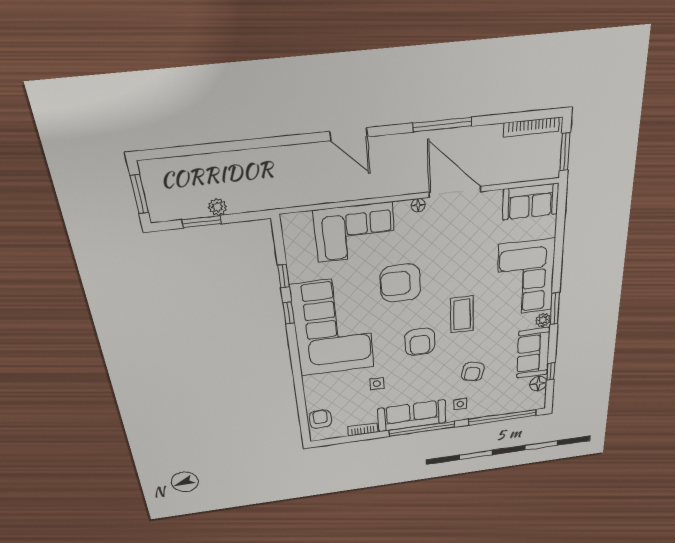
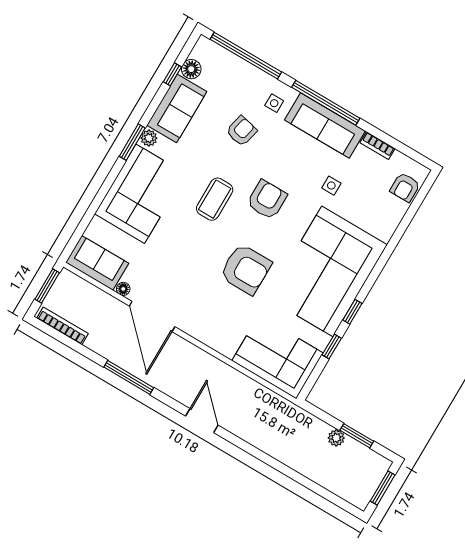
floor lamp: (418, 205) -> (123, 289), moved
corner sofa: (355, 232) -> (278, 357), moved

